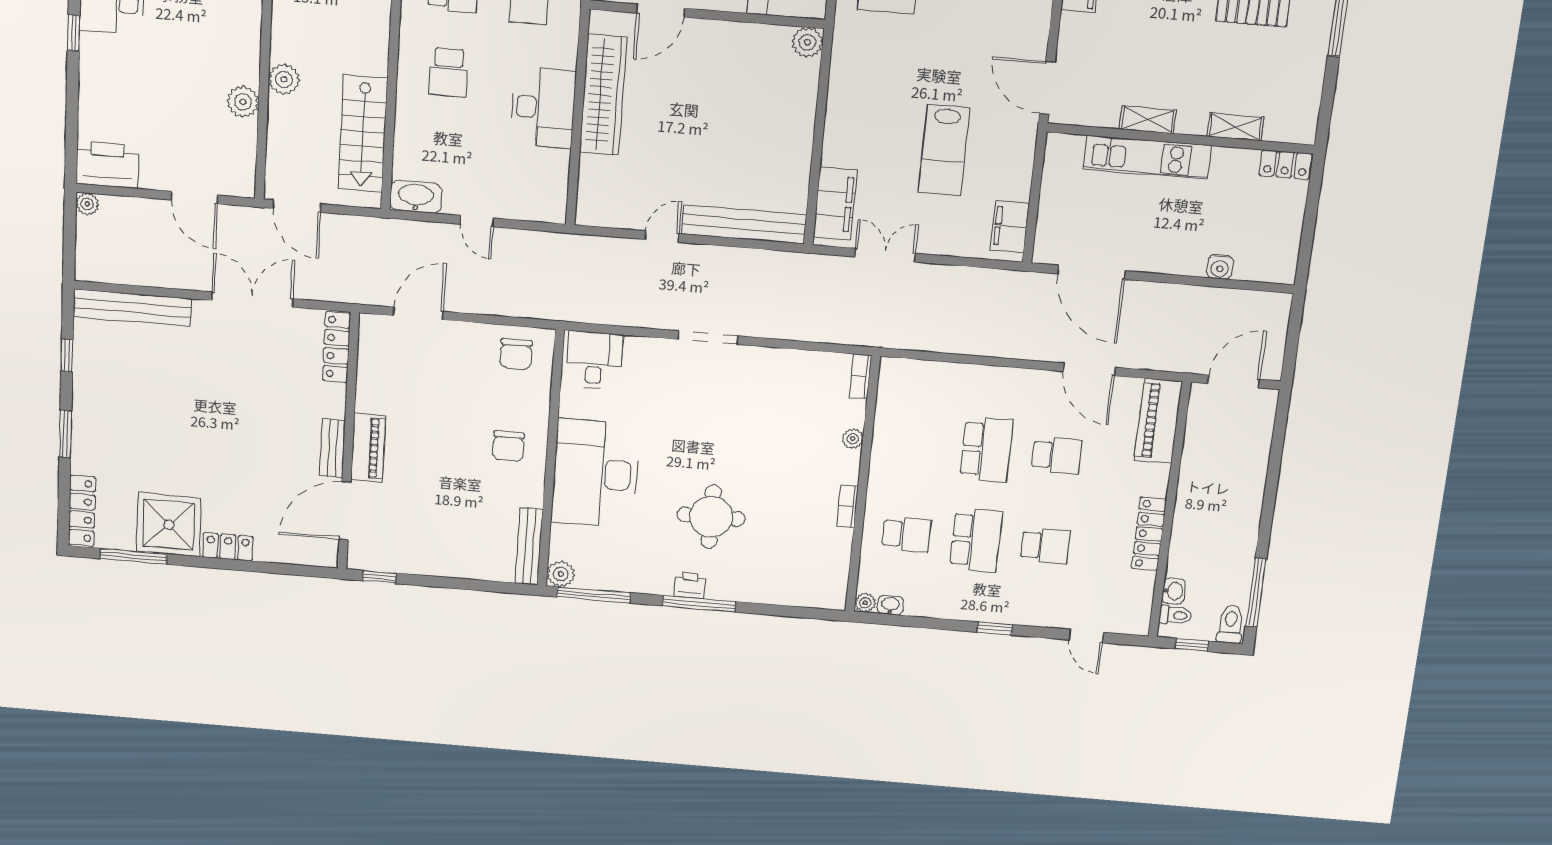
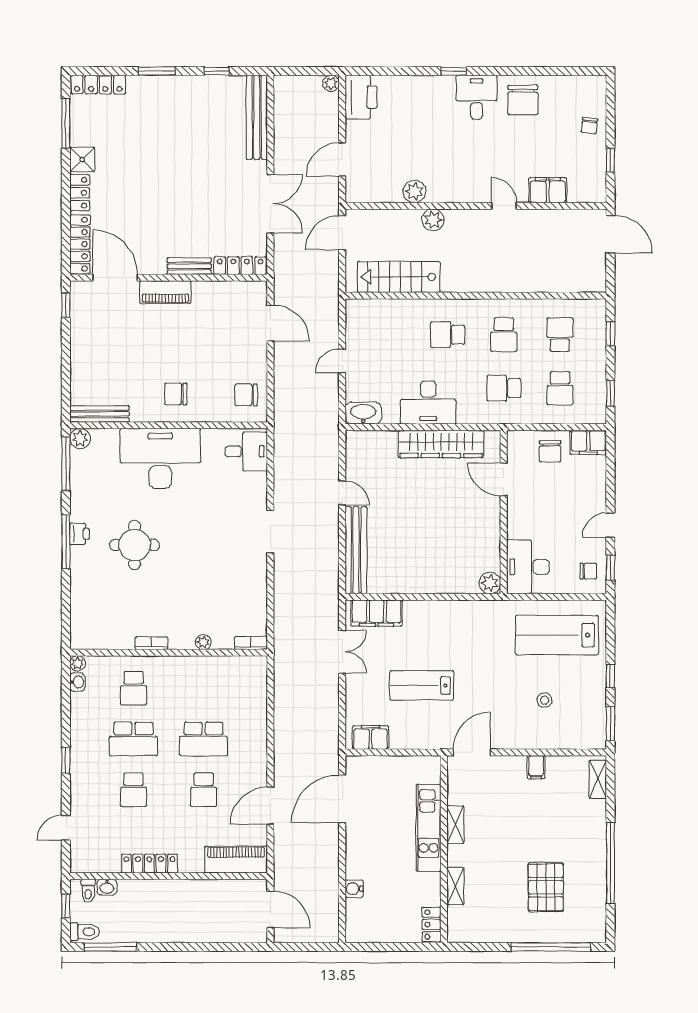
washbasin: (416, 197) -> (363, 413), moved, turned -90
bench: (332, 448) -> (189, 266), moved
shower: (169, 525) -> (82, 159), width x0.54, depth x0.54
locker: (298, 552) -> (80, 244), added

